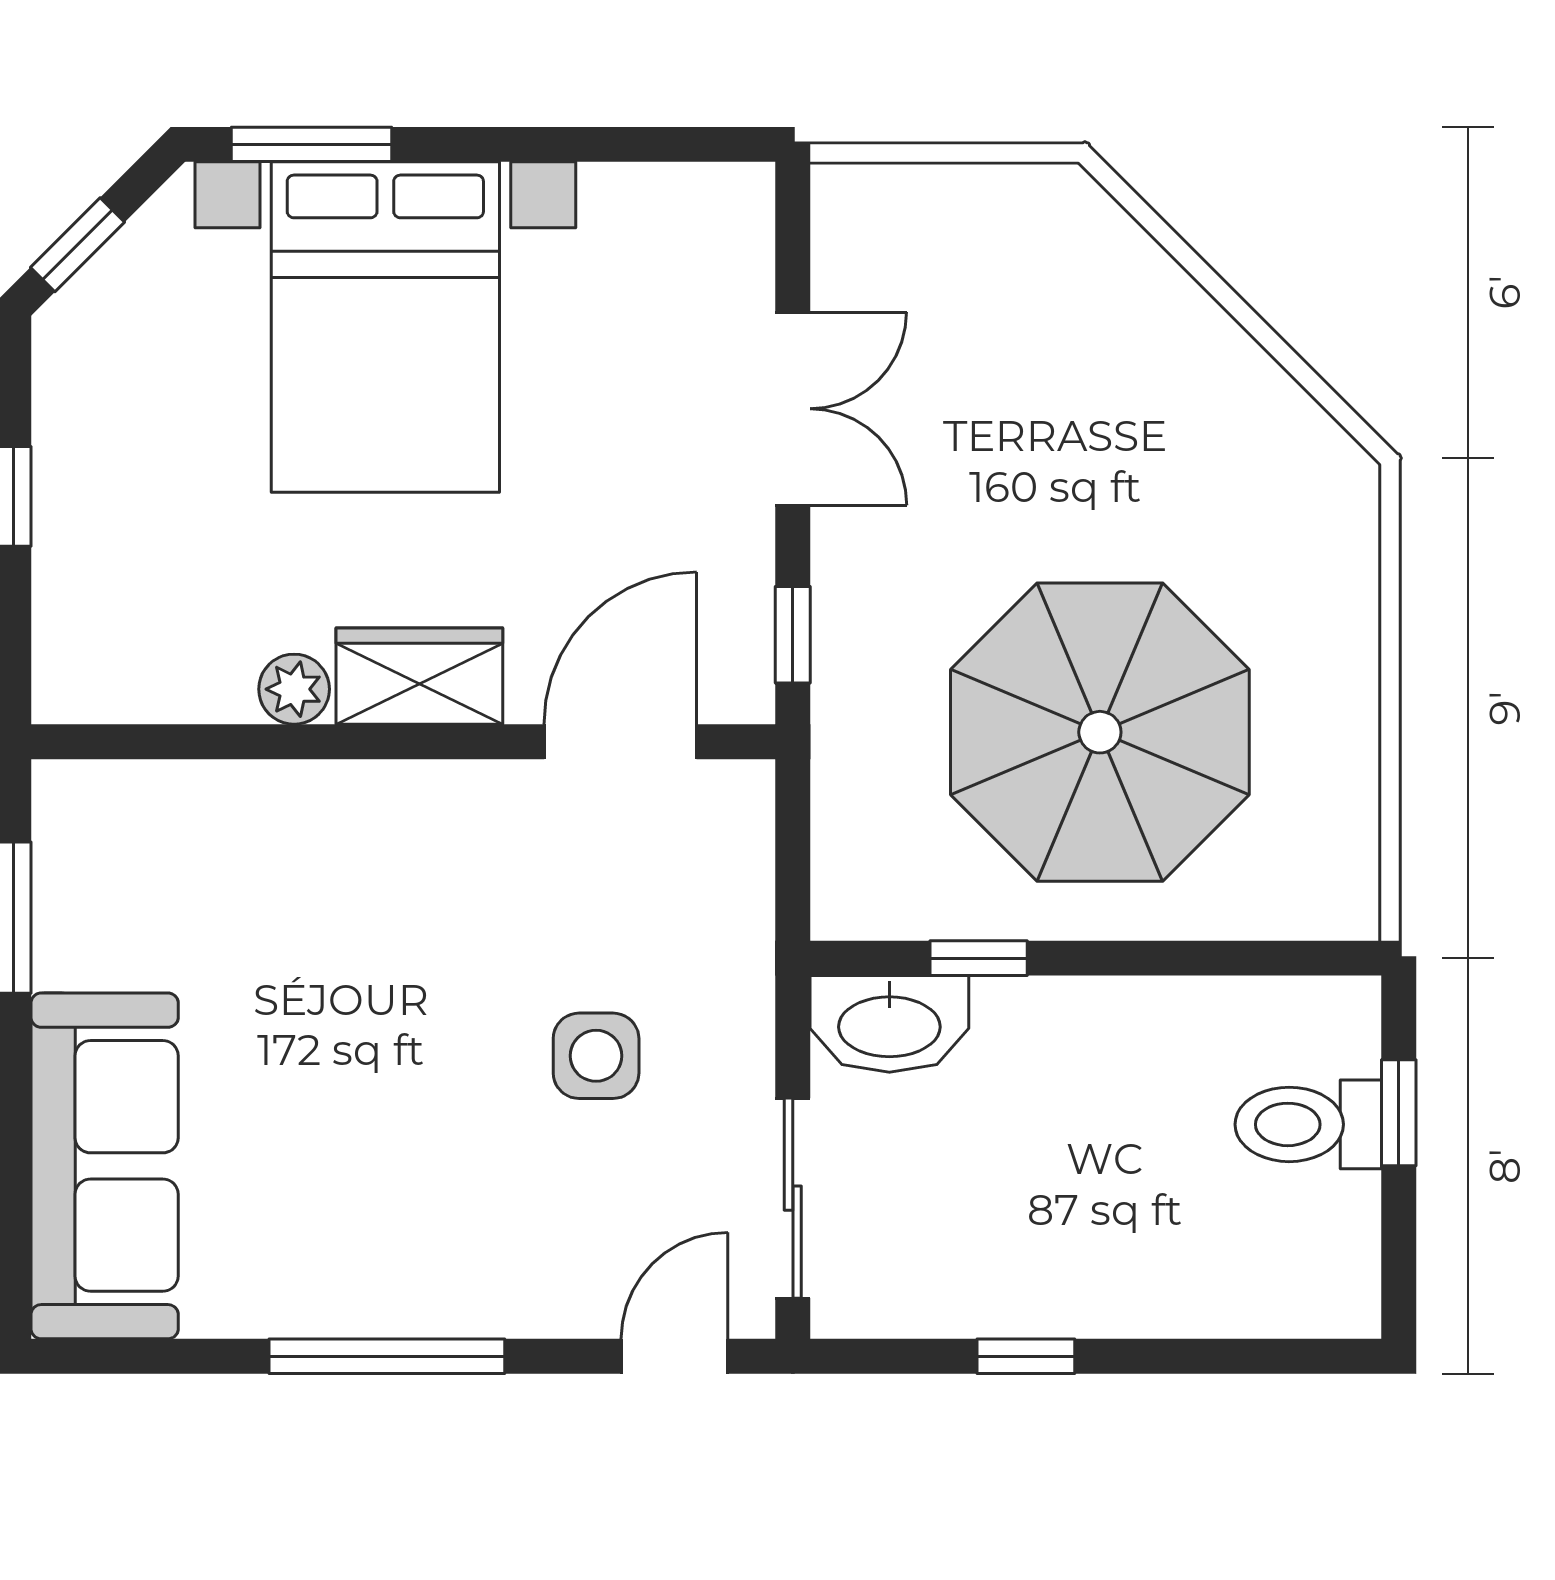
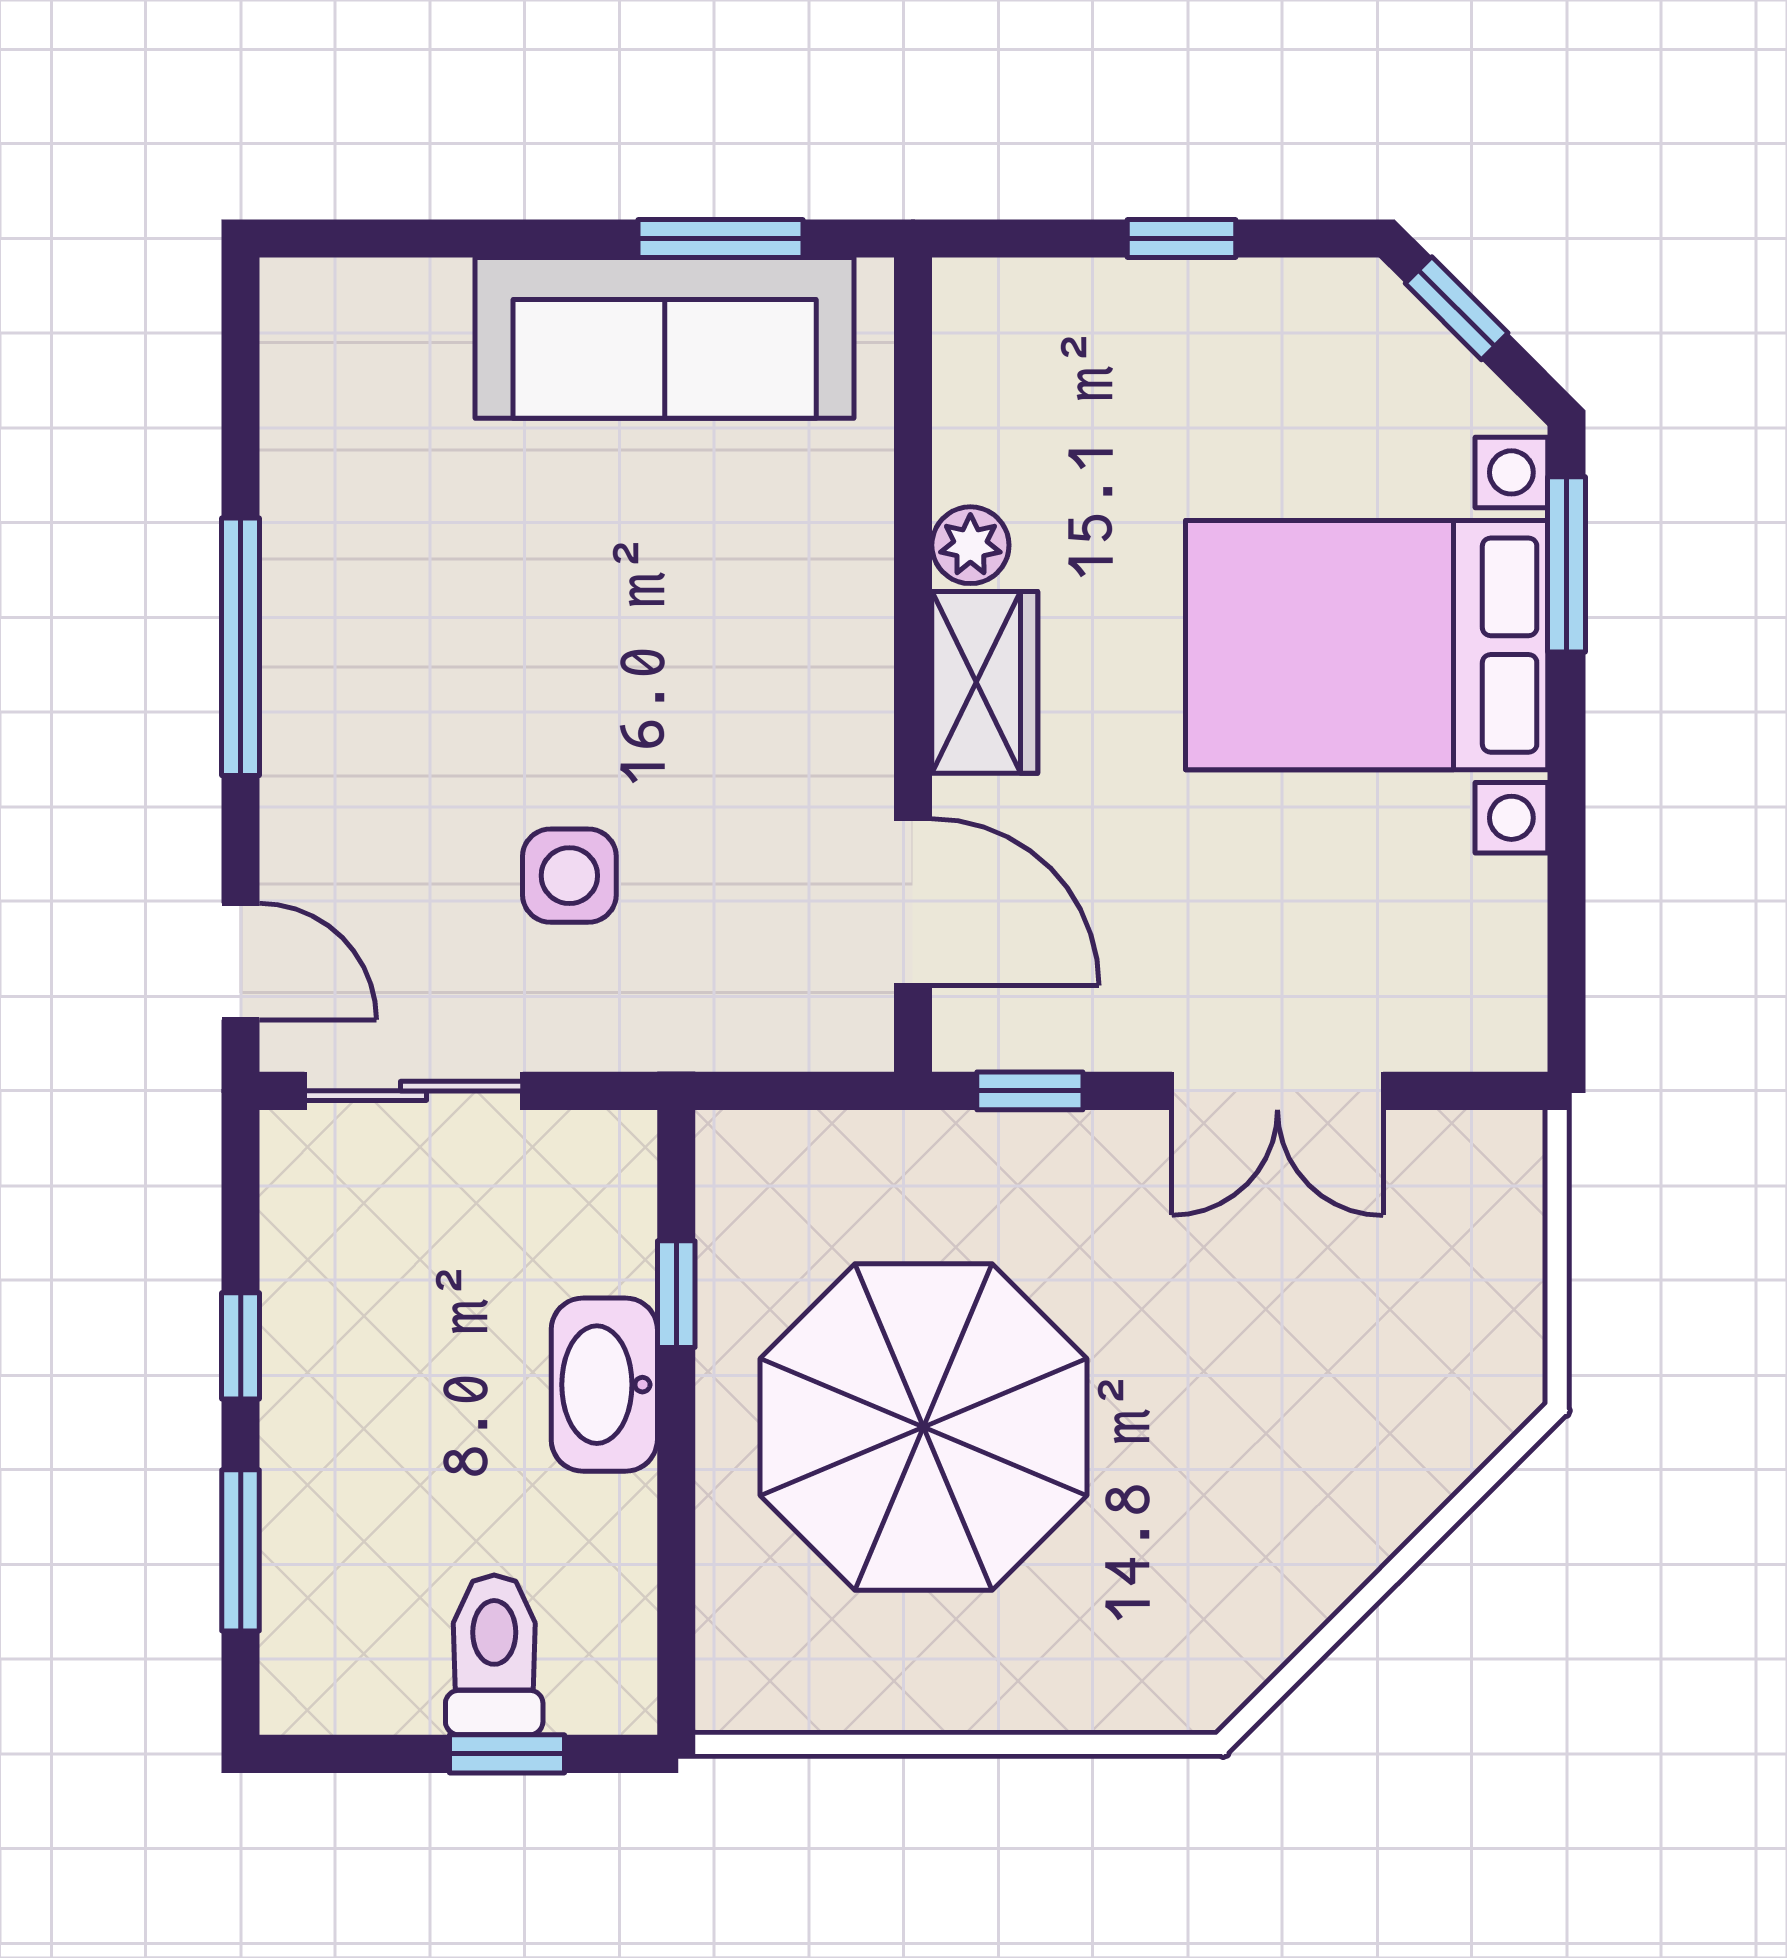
washbasin: (889, 1024) -> (604, 1385), moved
sofa: (105, 1166) -> (665, 338), moved
window: (1213, 1356) -> (241, 1550), added

